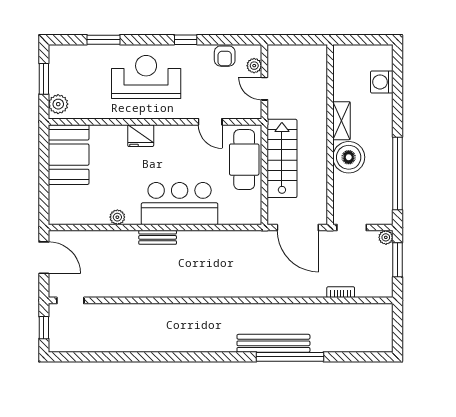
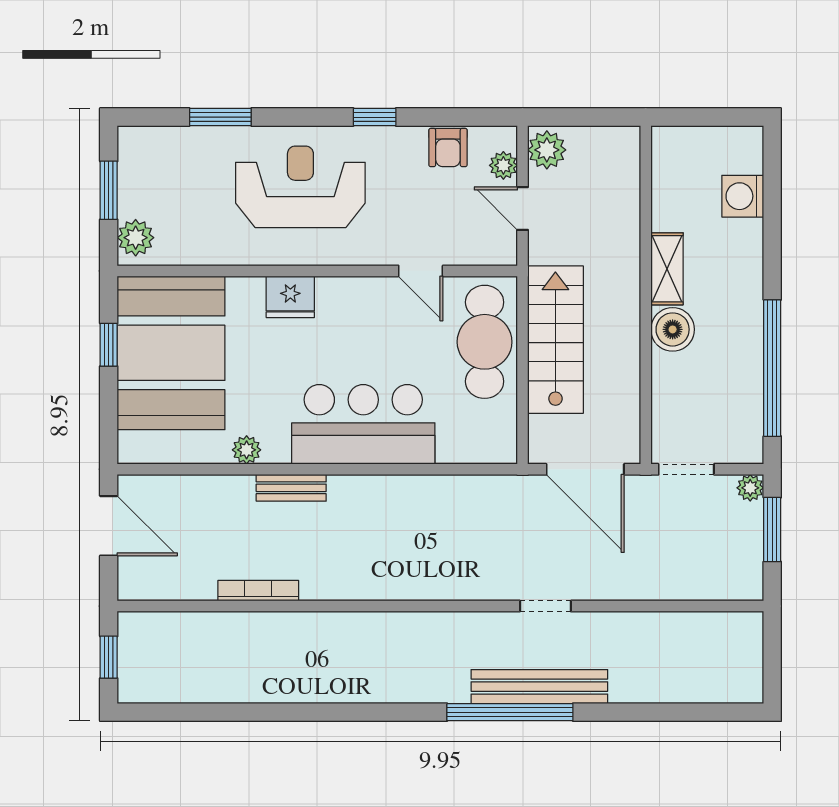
plant: (277, 57) -> (547, 150), added
booth: (69, 155) -> (171, 353), width x1.36, depth x1.42
boiler: (349, 157) -> (673, 329), width x0.73, depth x0.73
window: (44, 161) -> (109, 345), added
bench: (158, 237) -> (291, 488), moved
bookcase: (341, 292) -> (258, 591), moved, width x1.56
doorway: (70, 300) -> (545, 606), moved
window: (290, 357) -> (510, 712), moved

